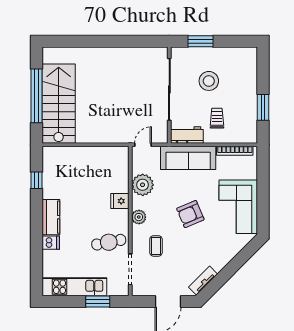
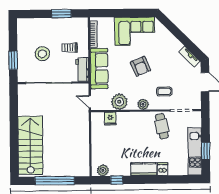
stairs: (59, 104) -> (30, 145), moved, turned 90
plant: (50, 161) -> (103, 170), added
fridge: (120, 201) -> (110, 119), moved
window: (98, 301) -> (206, 151), moved

